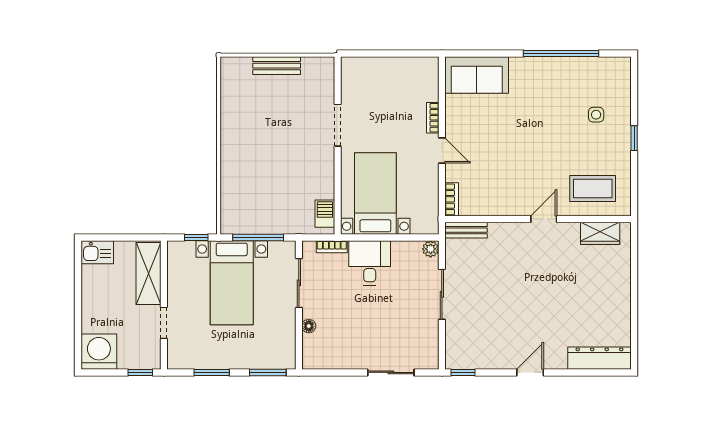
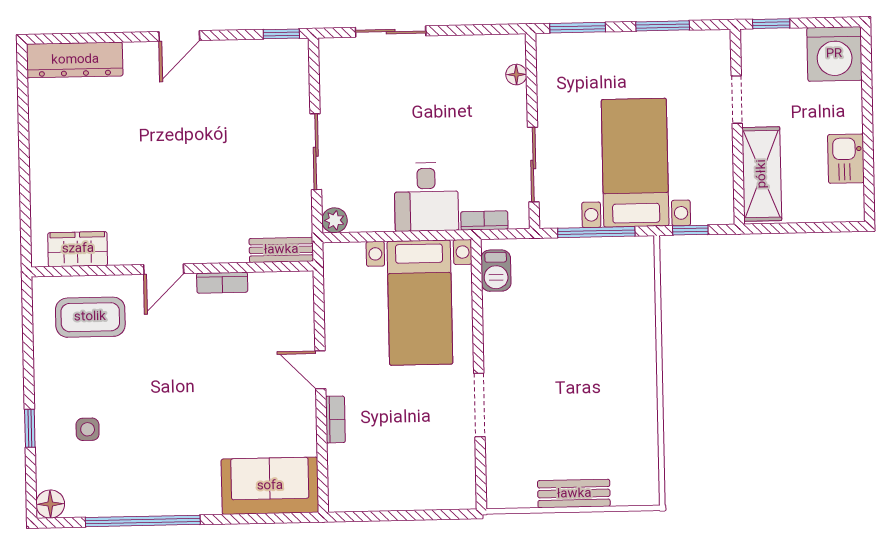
floor lamp: (622, 66) -> (50, 504), added
window: (634, 138) -> (30, 428), moved
bookcase: (452, 199) -> (222, 283), moved, turned -90
kitchen sink: (97, 252) -> (846, 159), moved, turned -90
floor lamp: (309, 326) -> (516, 75), moved

